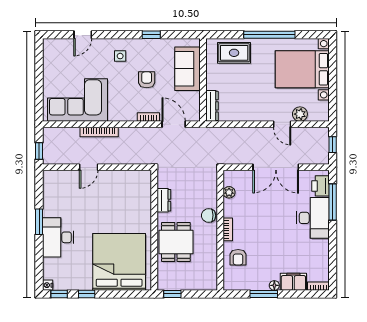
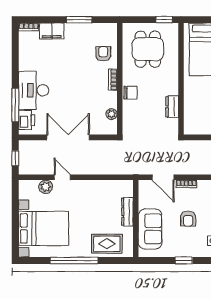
dresser: (212, 106) -> (127, 212), moved
dining table: (176, 242) -> (148, 49), moved
floor lamp: (274, 285) -> (70, 28), removed

